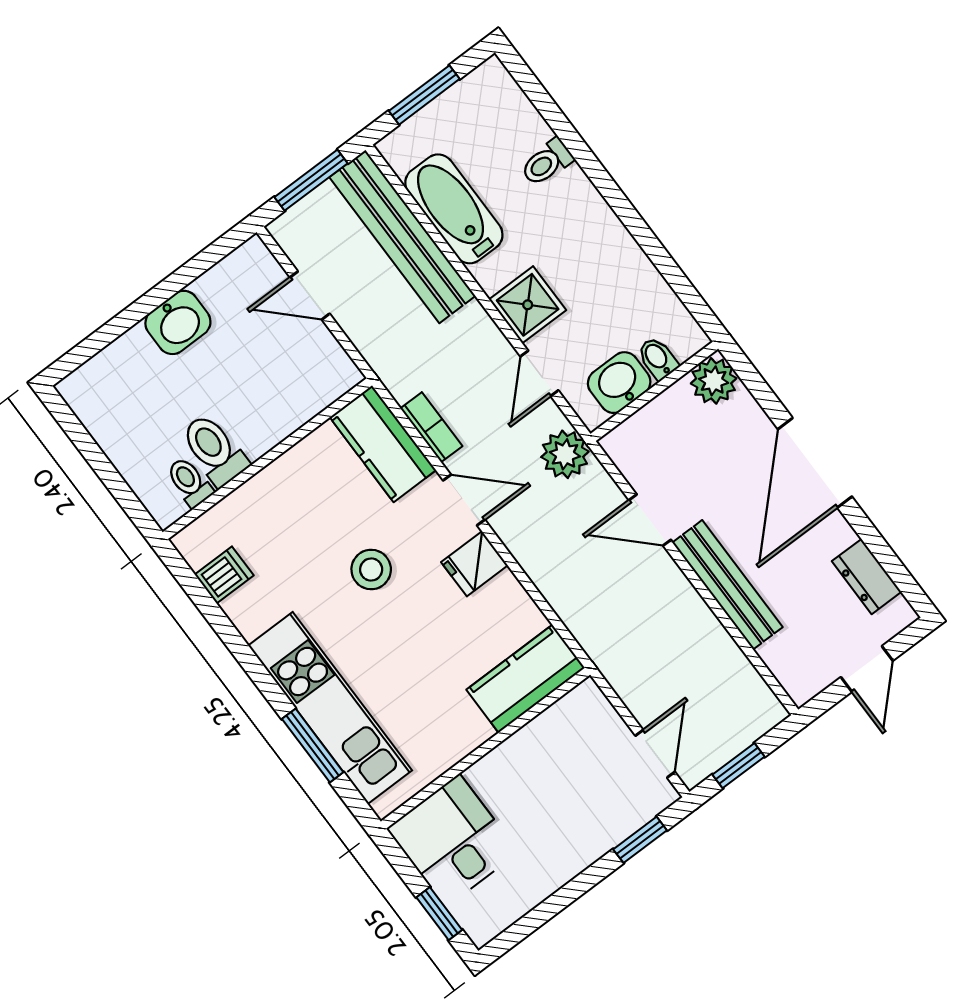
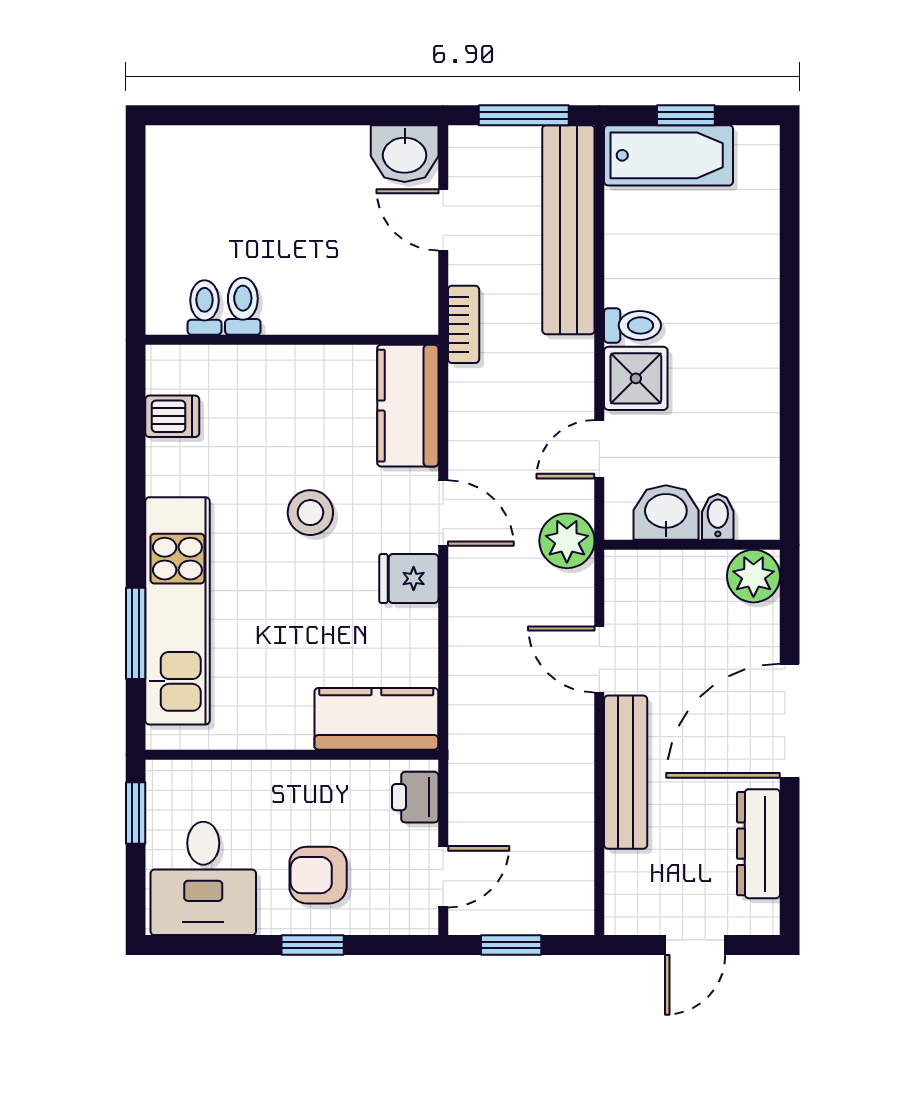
window: (424, 95) -> (686, 115), width x0.67
toilet: (547, 162) -> (633, 325), moved, turned 180
bathtub: (454, 209) -> (669, 155), moved, turned 90
washbasin: (178, 322) -> (405, 154), moved
bookcase: (431, 427) -> (464, 324), moved
toilet: (214, 450) -> (243, 306), width x0.73, depth x0.72
dresser: (867, 577) -> (759, 844), width x1.44
printer: (594, 713) -> (415, 797), added
armchair: (567, 818) -> (318, 875), added
desk: (452, 840) -> (203, 878), moved, turned 180
window: (640, 840) -> (313, 945), moved
window: (439, 914) -> (136, 813), moved

